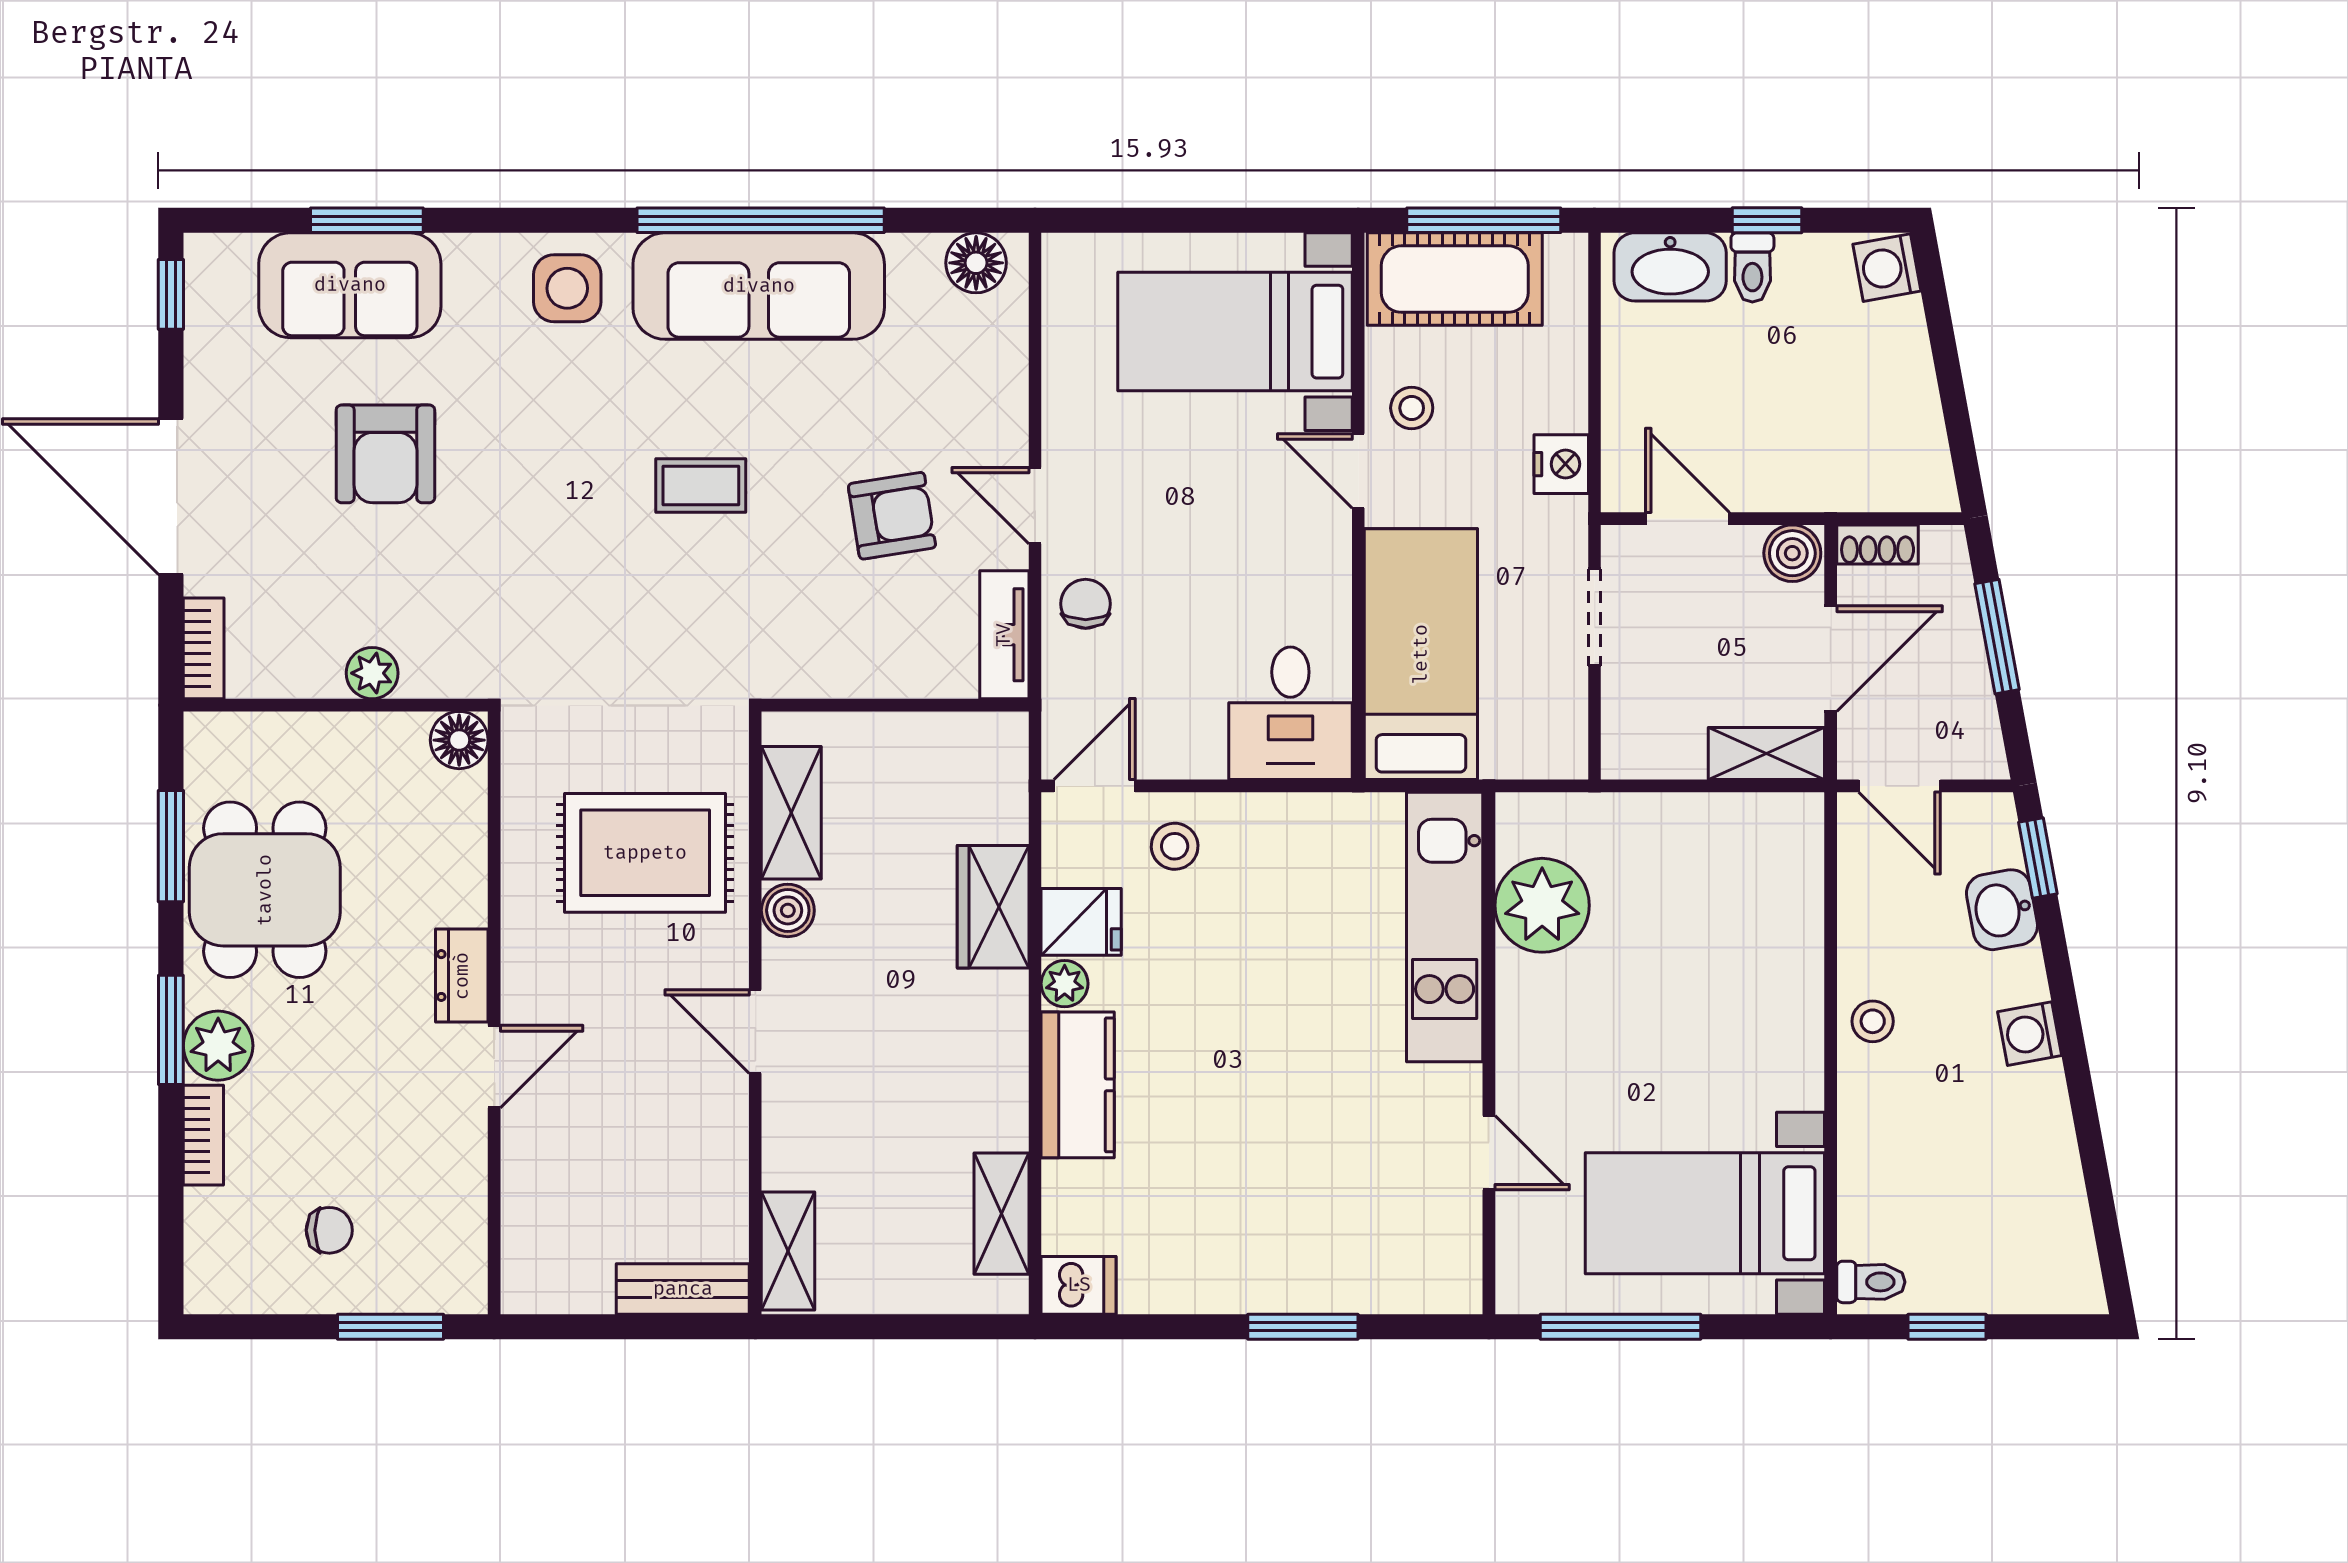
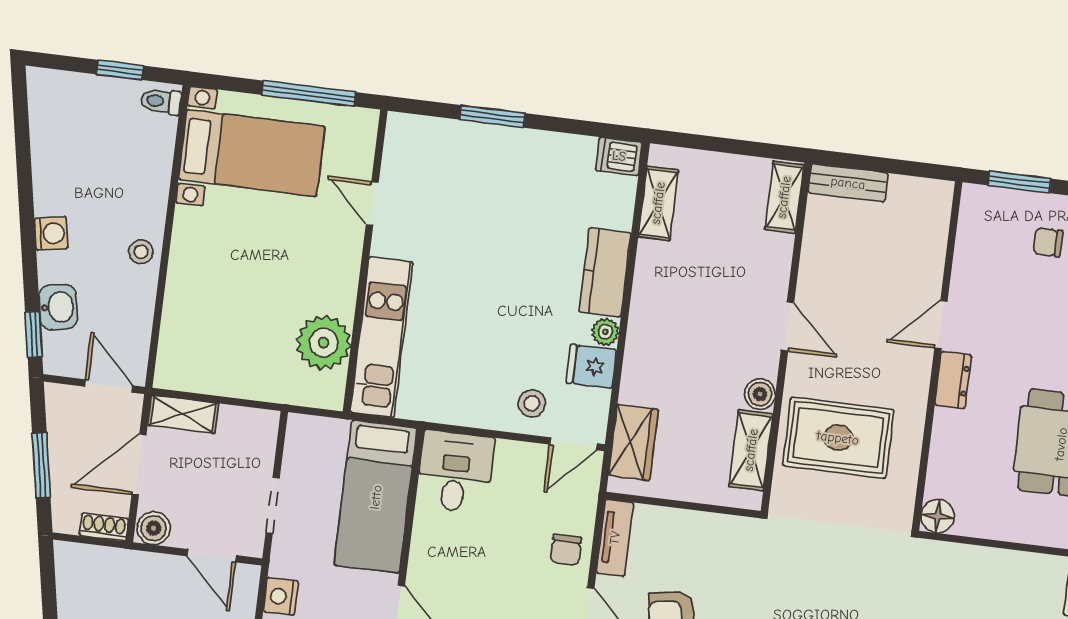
plant: (372, 673) -> (983, 561), removed
wardrobe: (993, 907) -> (633, 442), moved

